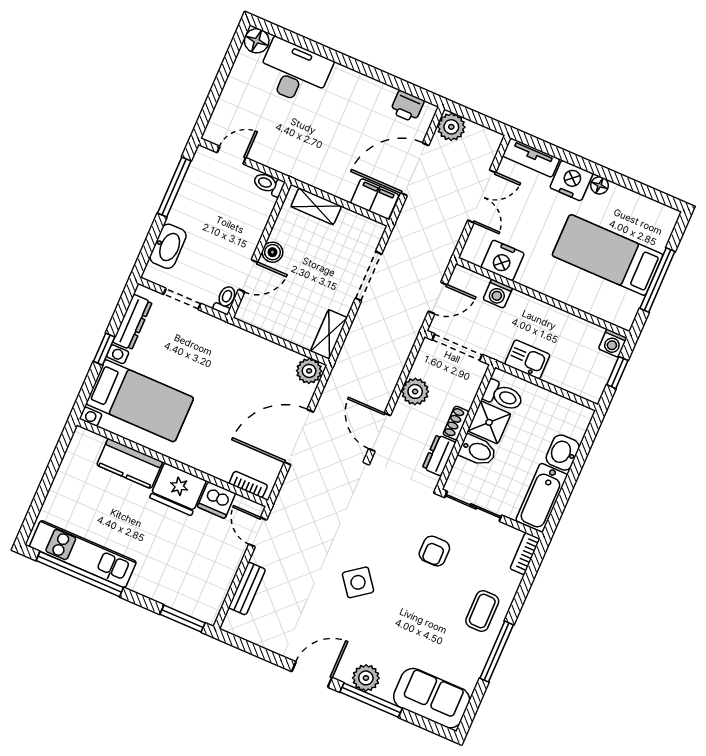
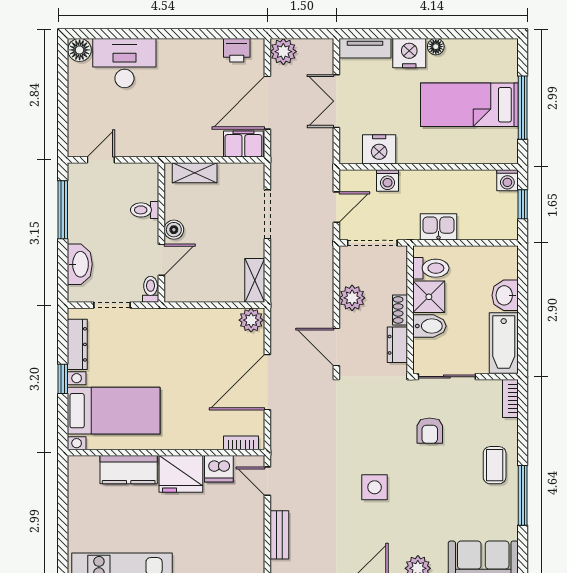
toilet: (269, 184) -> (145, 210), moved
double door: (482, 196) -> (336, 101), swing flipped
side table: (358, 582) -> (375, 487), turned 37

